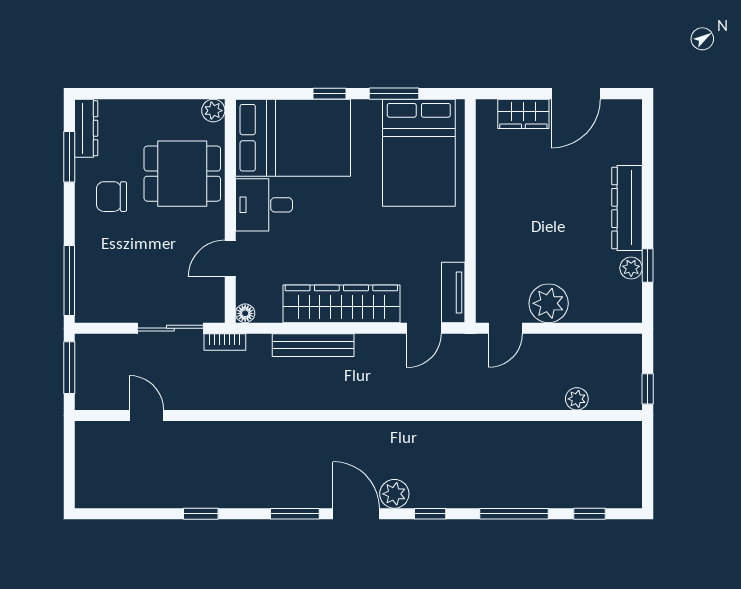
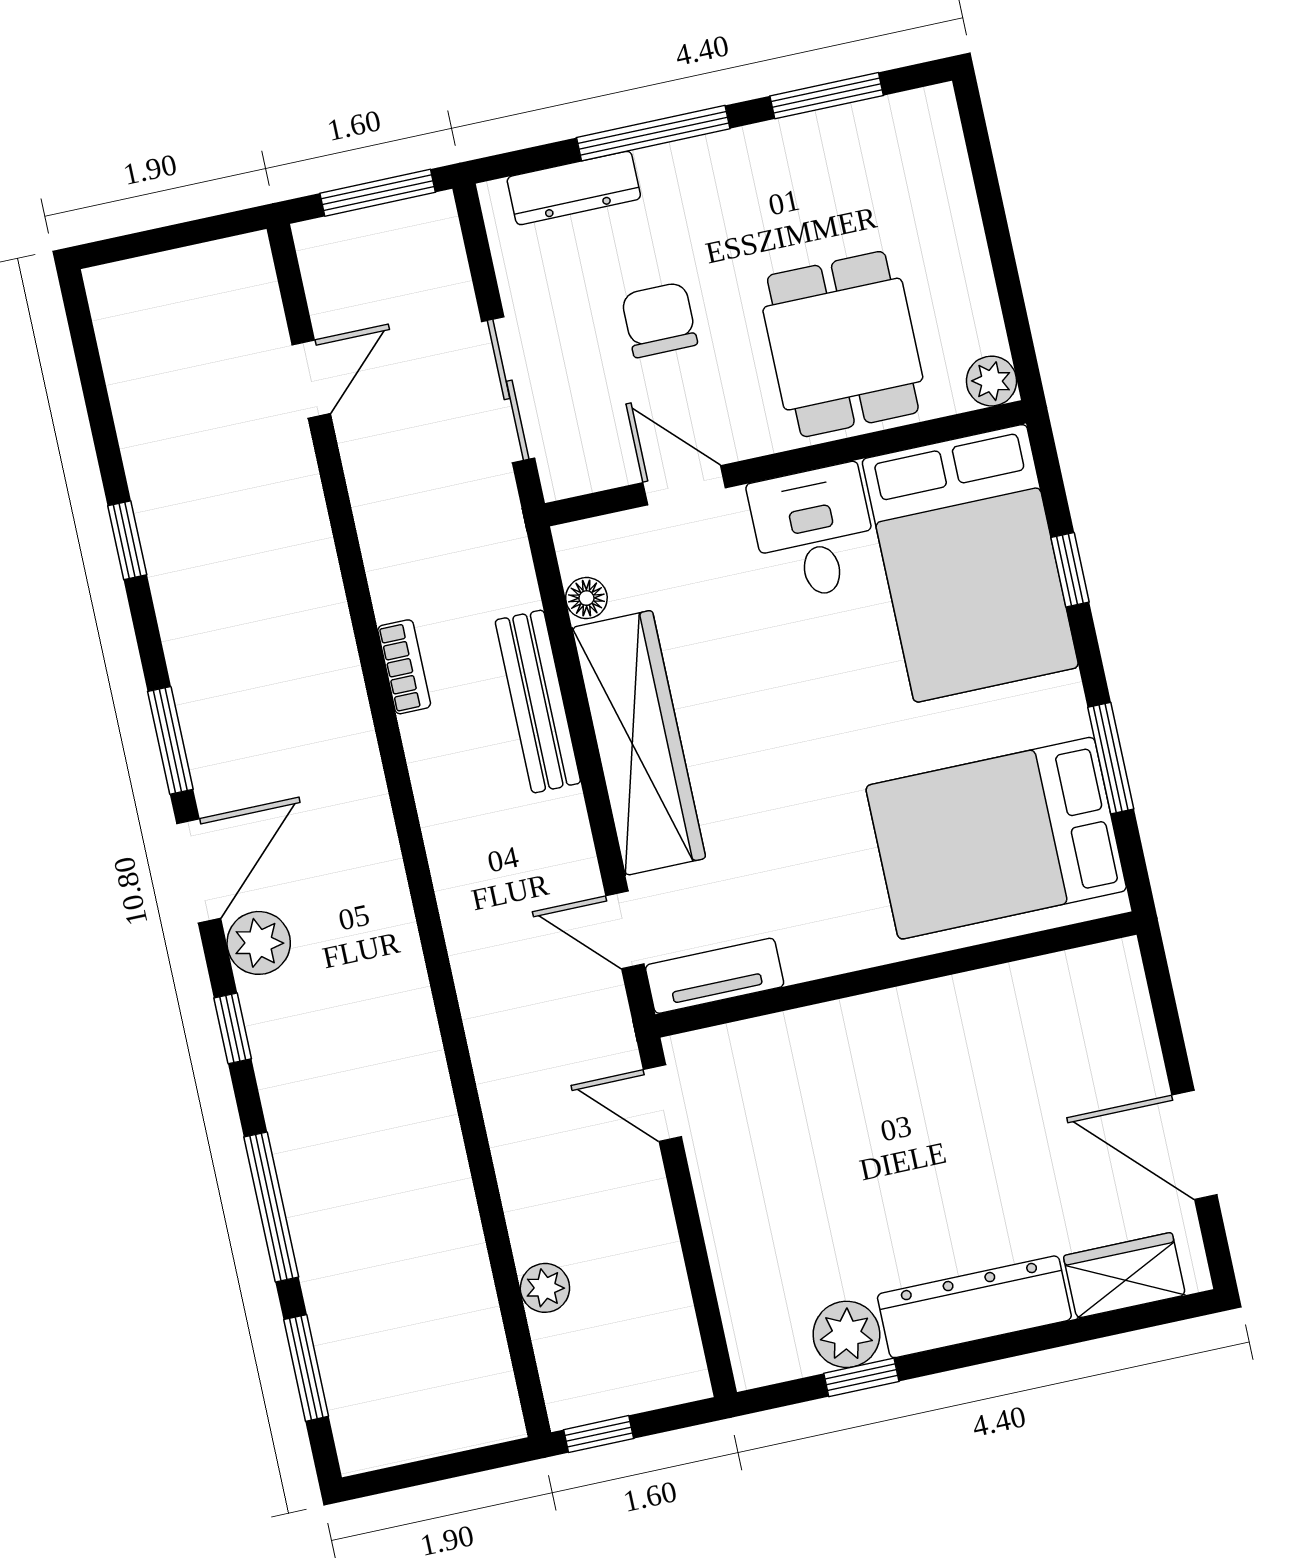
window: (329, 94) -> (1070, 570), moved
wardrobe: (523, 114) -> (1124, 1275), moved, turned 90
dresser: (86, 128) -> (574, 188), moved
chair: (111, 197) -> (659, 320), moved
plant: (631, 268) -> (846, 1334), width x1.38, depth x1.38
window: (69, 281) -> (653, 133), moved
plant: (549, 303) -> (735, 1184), removed
floor lamp: (245, 313) -> (586, 598), moved
bookcase: (225, 342) -> (404, 667), moved, turned 180
window: (590, 514) -> (306, 1368), width x1.50

